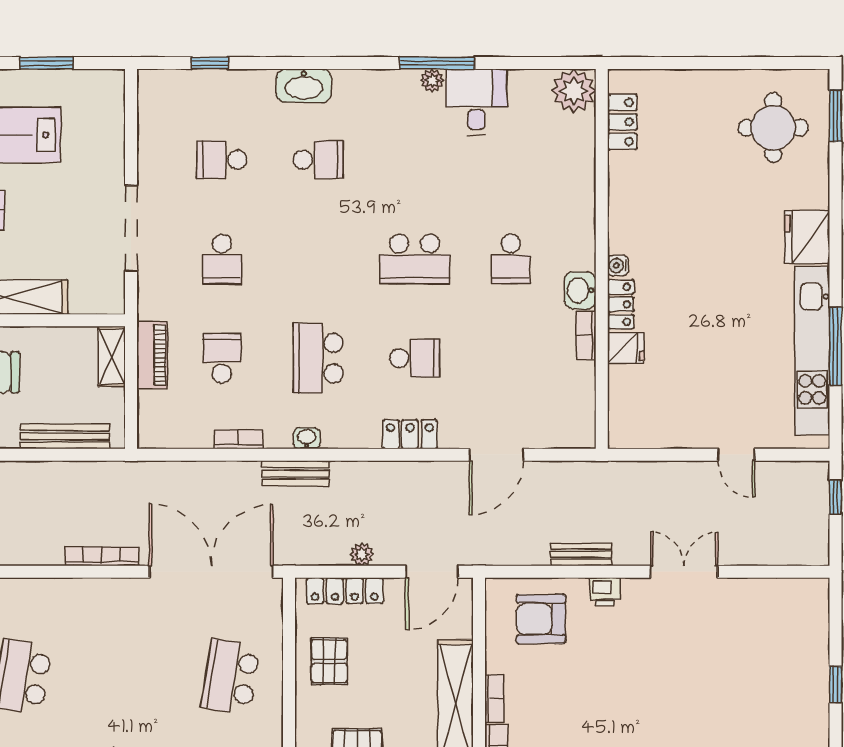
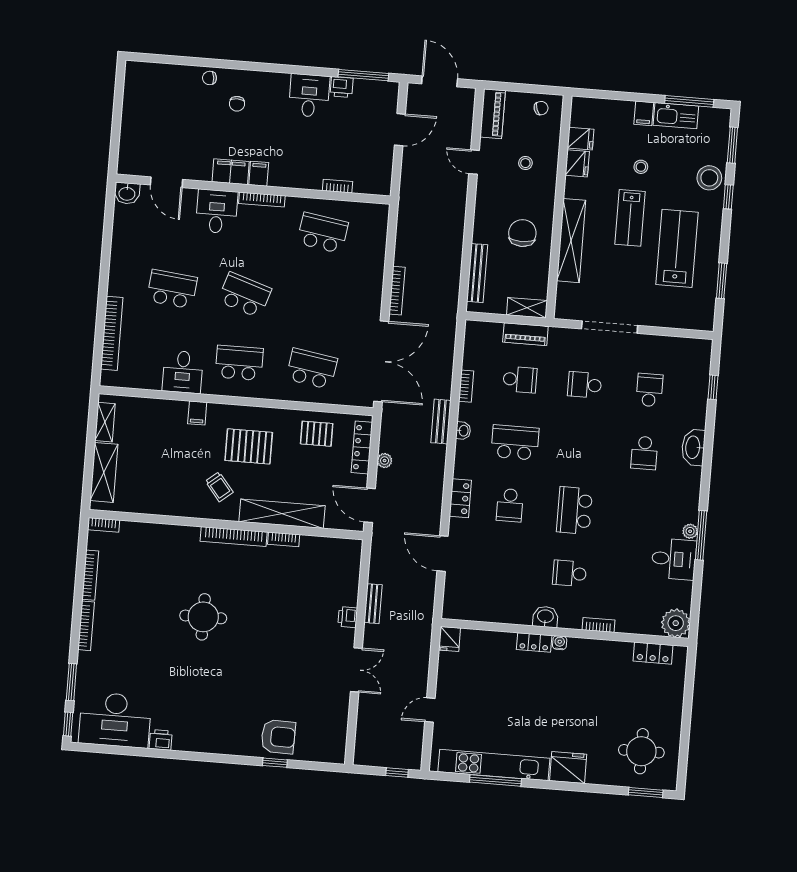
bookcase: (586, 335) -> (598, 625), moved
fridge: (626, 348) -> (450, 639), moved
armchair: (541, 619) -> (278, 737), moved, turned 91

